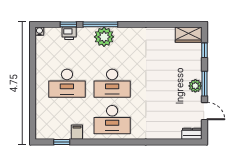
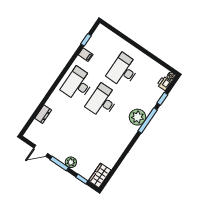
printer: (69, 33) -> (164, 83), moved
plant: (195, 86) -> (71, 162), moved
dresser: (192, 134) -> (43, 114), moved

